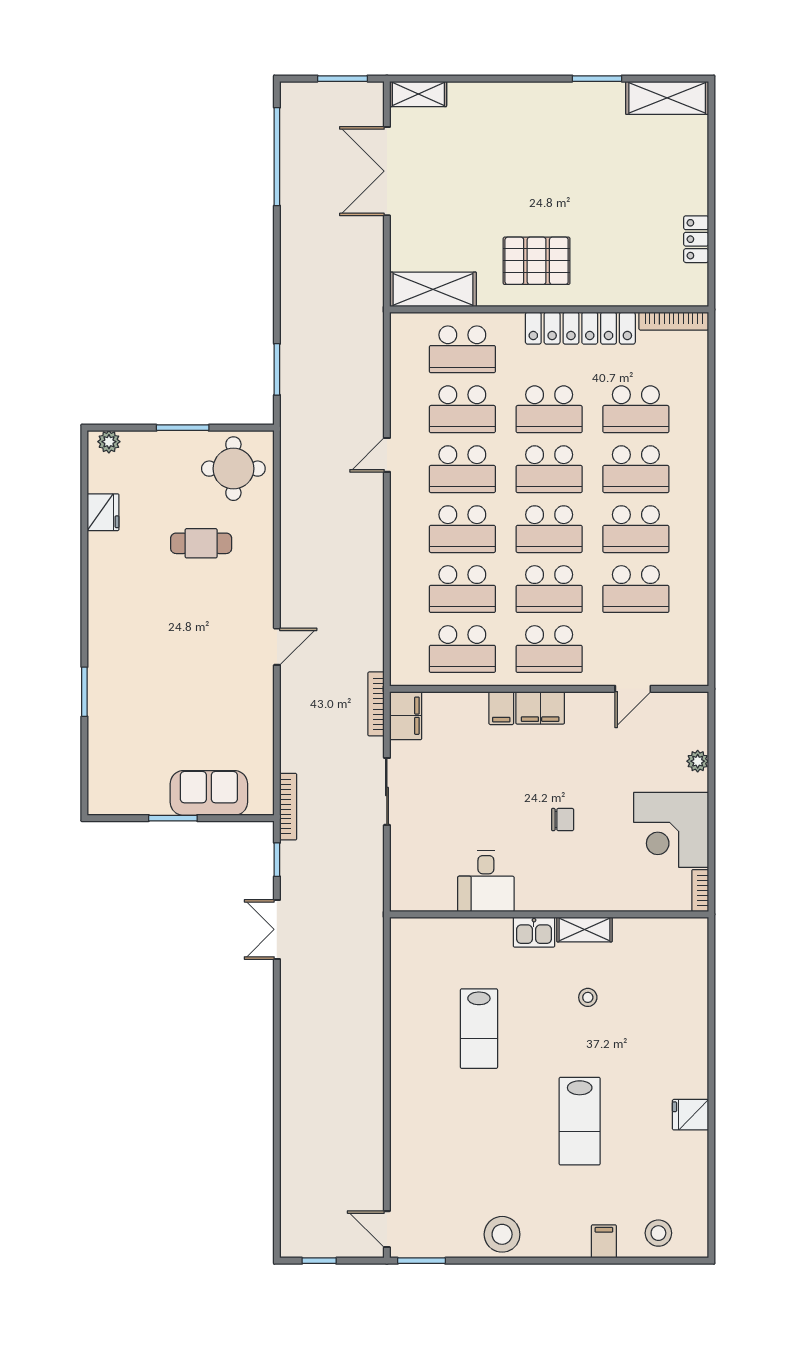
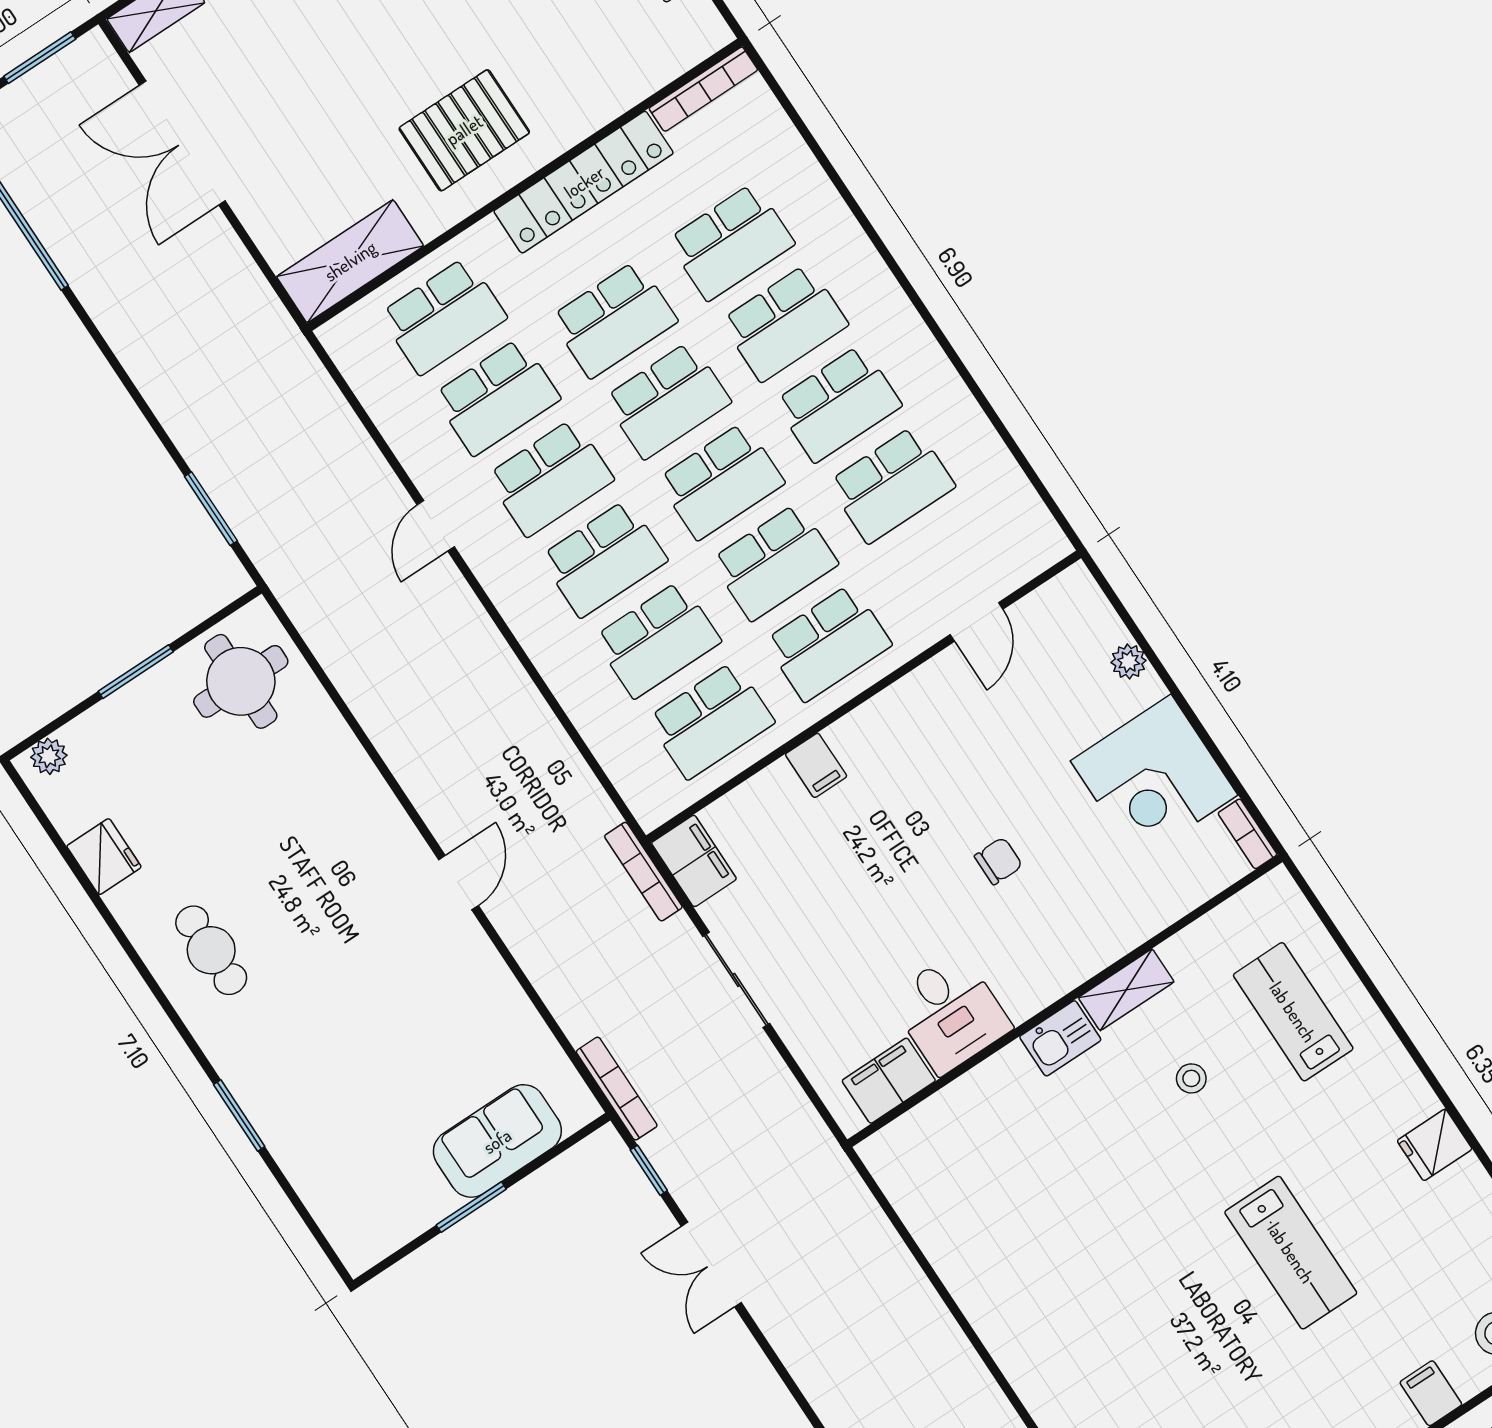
cafe table: (201, 543) -> (211, 950), moved, turned 90
filing cabinet: (540, 708) -> (889, 1081), moved, turned 180
lab bench: (479, 1029) -> (1293, 1012), moved, turned 180

